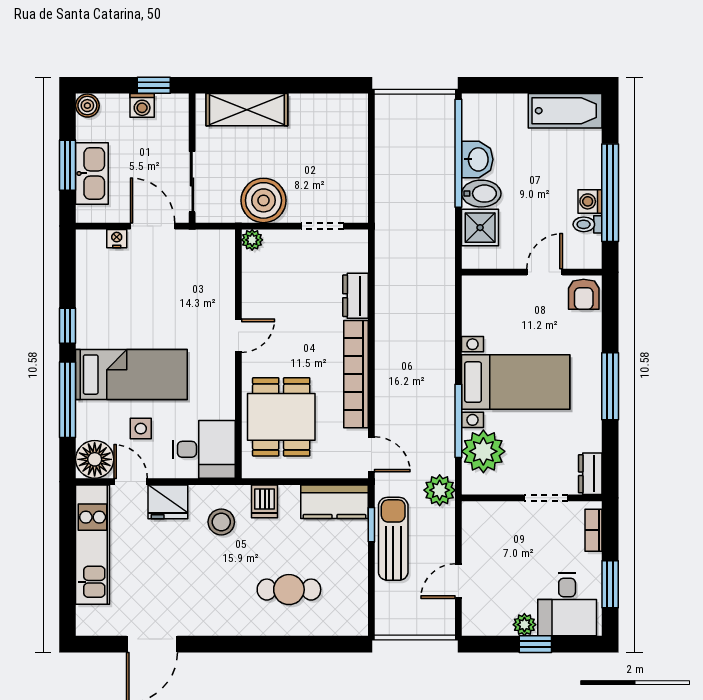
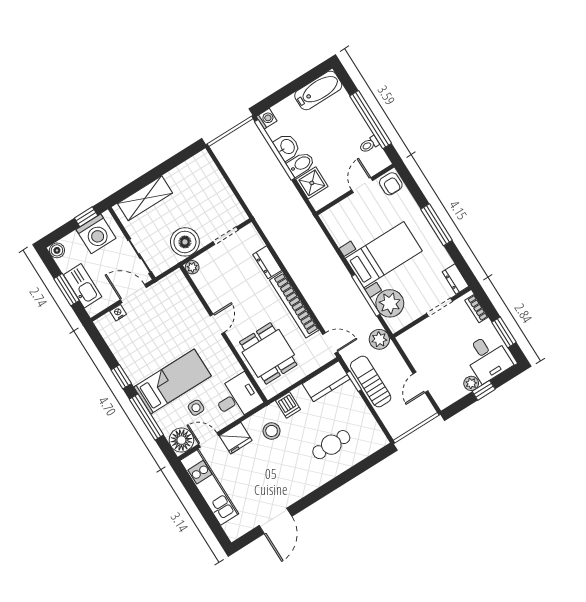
washing machine: (142, 105) -> (96, 234), width x1.89, depth x1.89
washing machine: (590, 201) -> (267, 119), moved, turned 180

